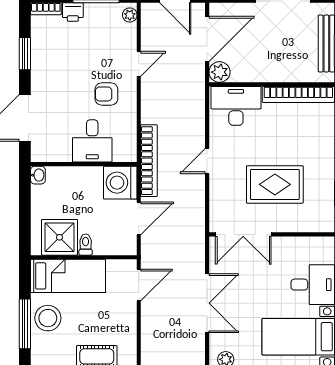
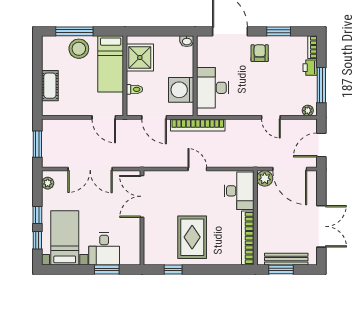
armchair: (106, 94) -> (260, 53), moved
desk: (92, 141) -> (213, 88), width x1.37
washing machine: (120, 183) -> (181, 90), moved, turned -90
rug: (275, 184) -> (192, 237), moved
toilet: (86, 245) -> (134, 89), moved

